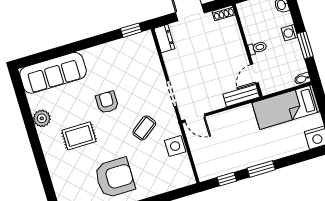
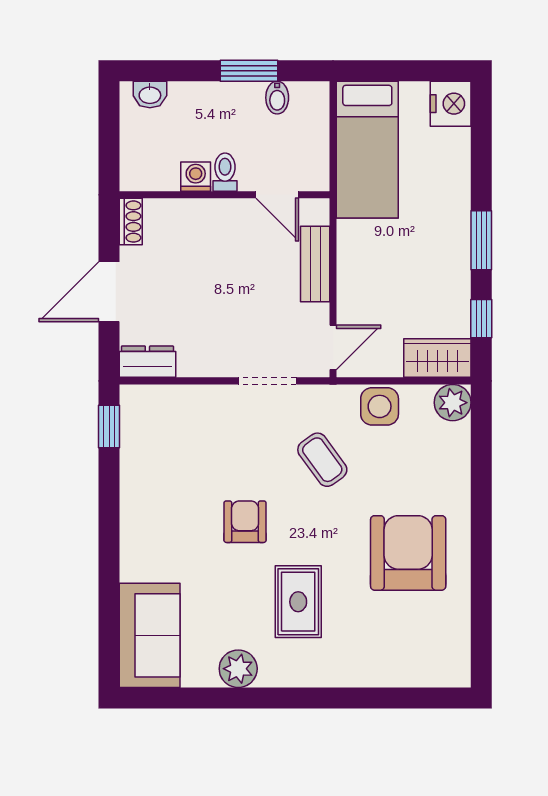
washing machine: (289, 33) -> (196, 177), moved, turned 180
sofa: (53, 73) -> (150, 635), width x0.73
bidet: (302, 79) -> (277, 98), moved
bench: (241, 96) -> (315, 264), moved
armchair: (107, 102) -> (245, 522), turned 90
wardrobe: (204, 165) -> (437, 358), added
plant: (186, 178) -> (453, 403), added

